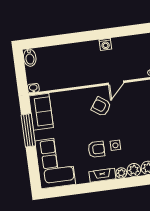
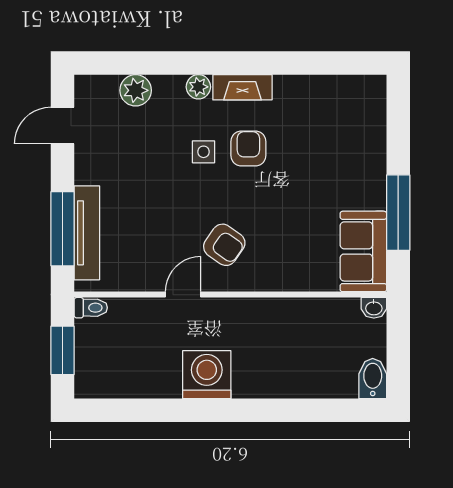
washing machine: (105, 44) -> (207, 375), width x1.89, depth x1.89
armchair: (96, 149) -> (248, 149), turned 90
corner sofa: (55, 163) -> (347, 131), removed
plant: (134, 170) -> (169, 90), removed

